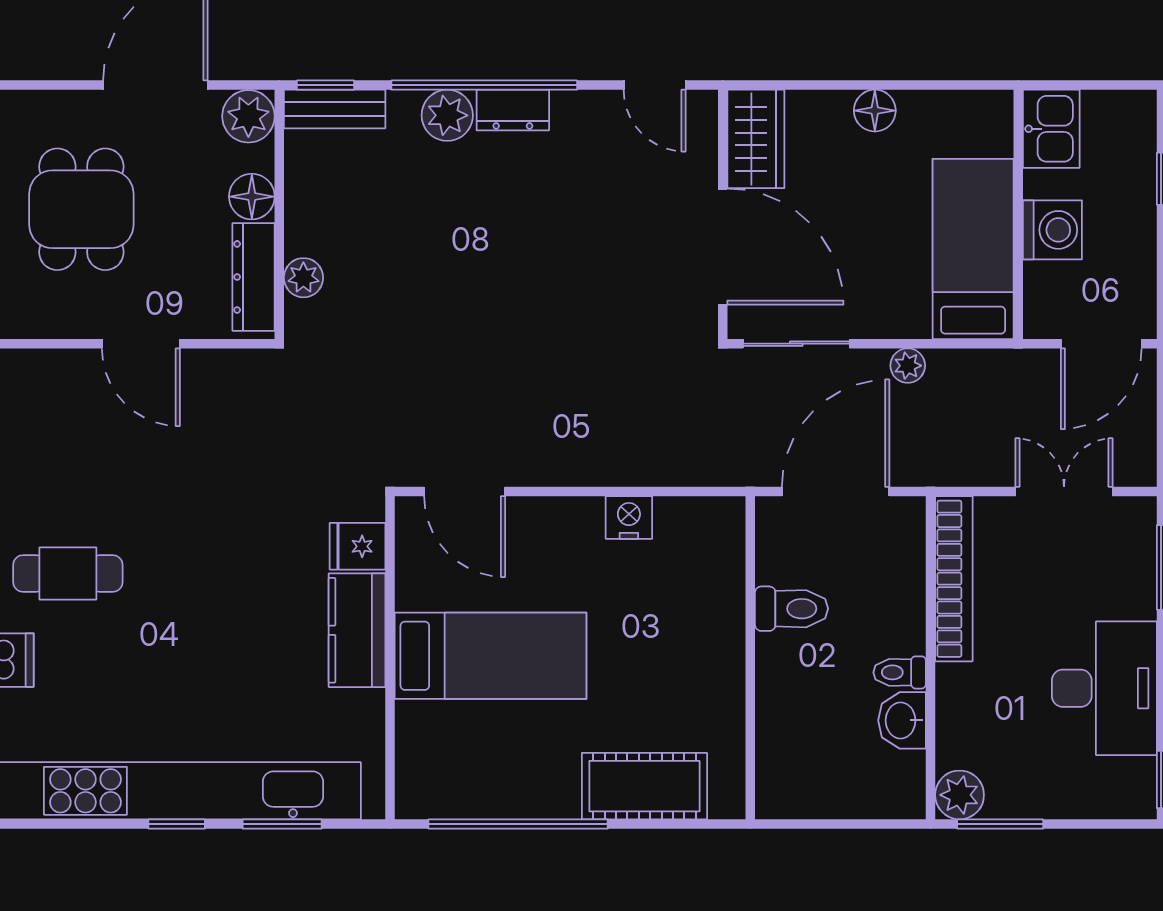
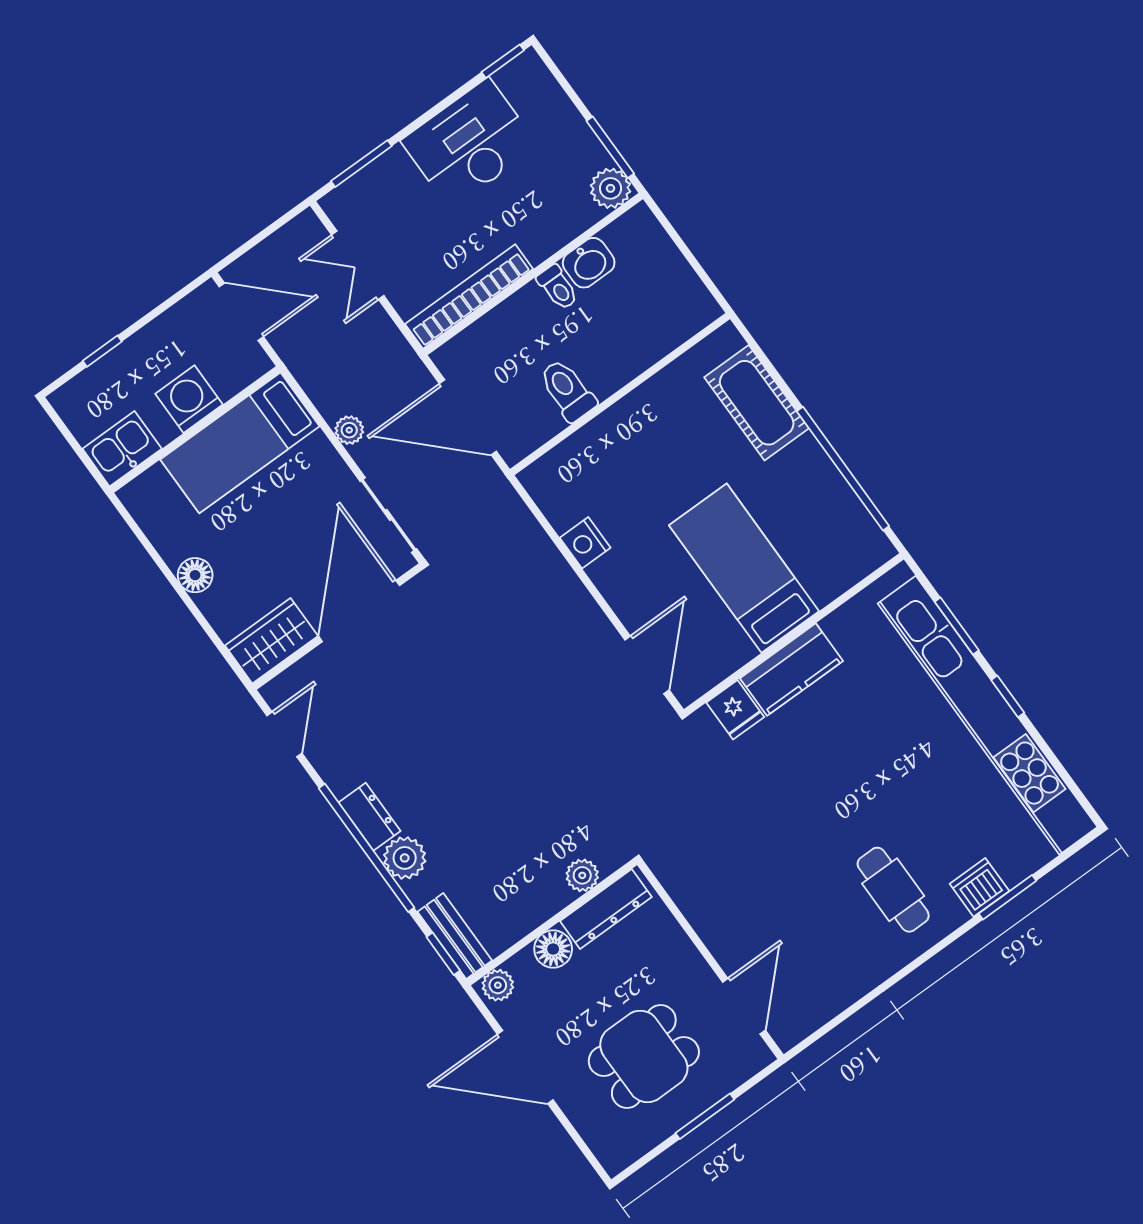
plant: (248, 116) -> (498, 985), width x0.73, depth x0.73
door: (141, 344) -> (744, 1006), moved

